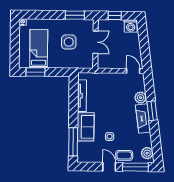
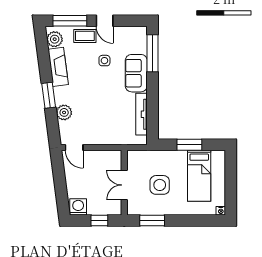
window: (36, 72) -> (189, 145), moved
fireplace: (143, 118) -> (58, 67), moved

